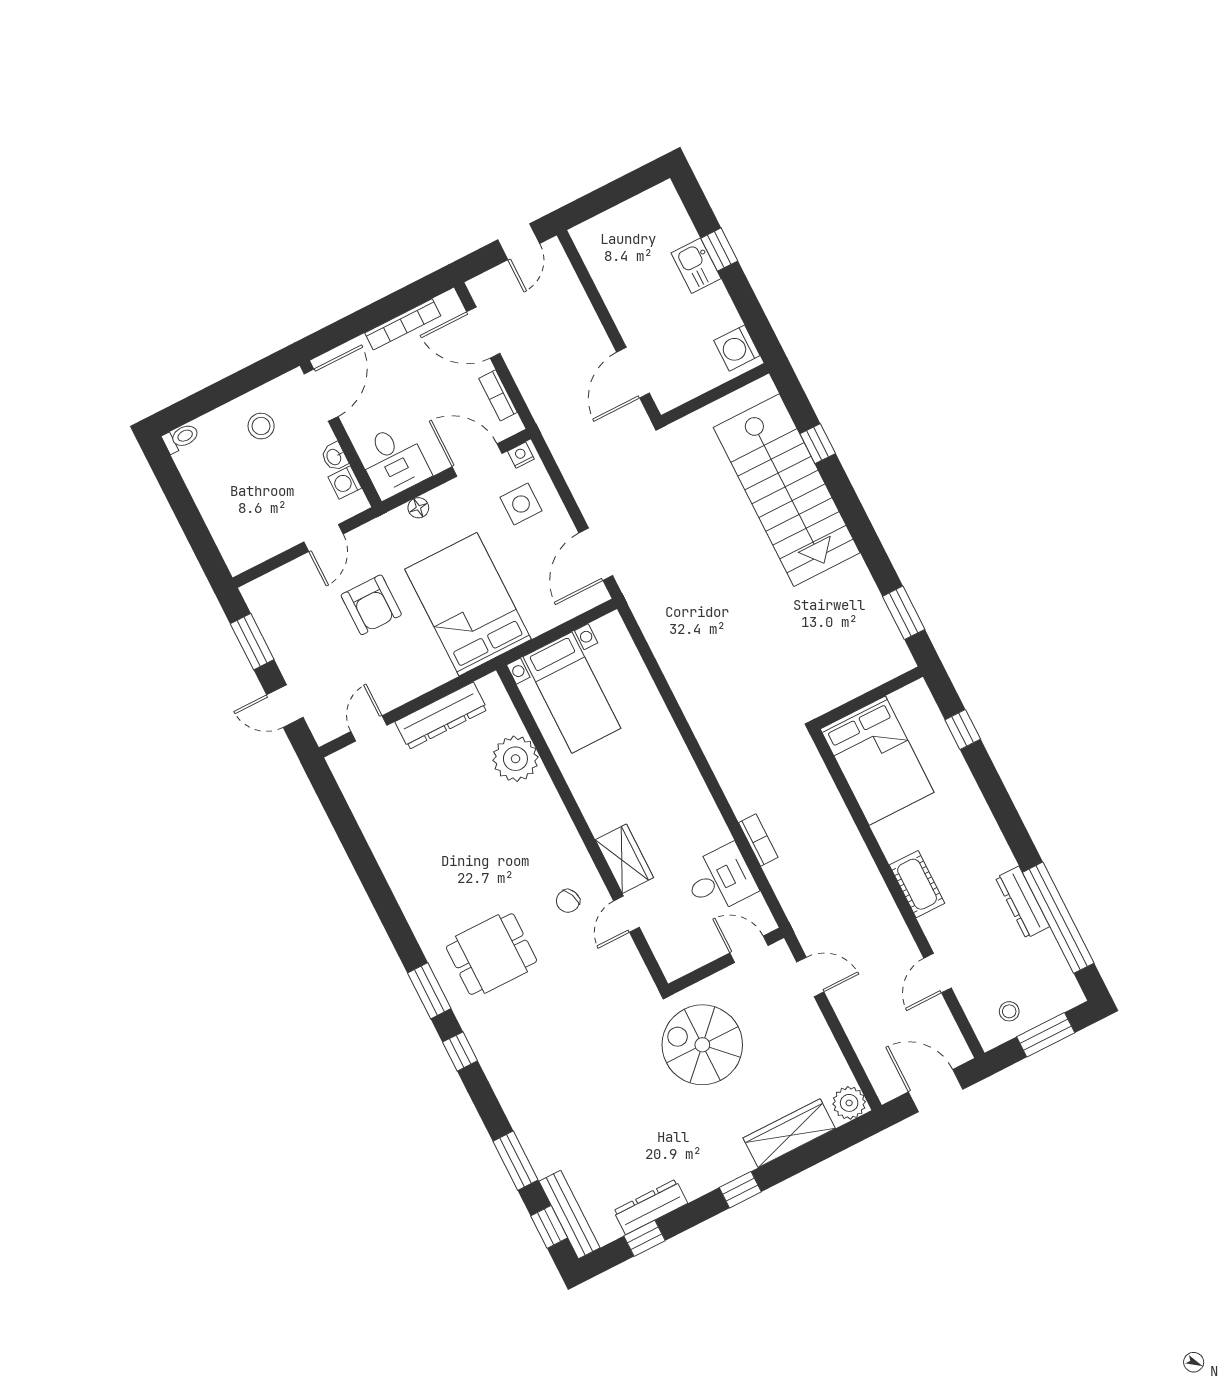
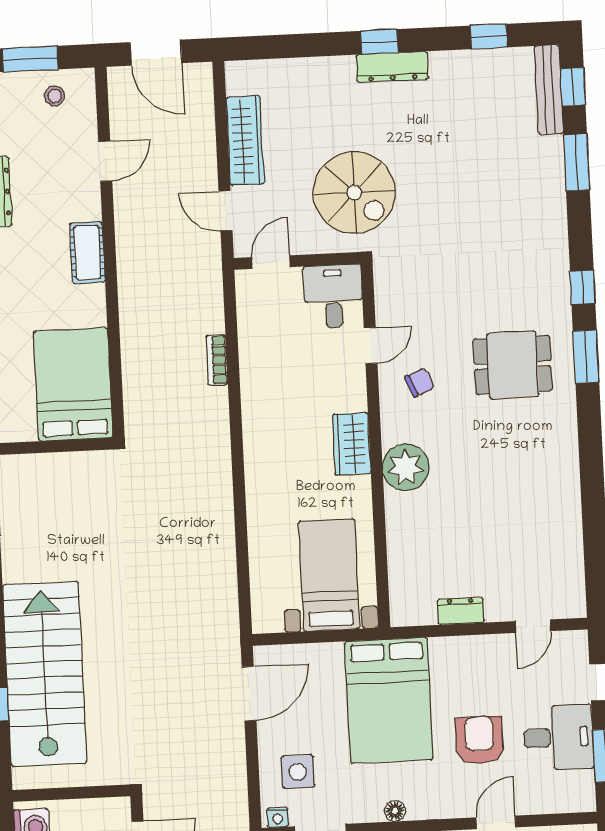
desk: (301, 639) -> (559, 737), added
dresser: (441, 716) -> (461, 611), width x0.51, depth x0.80
plant: (515, 759) -> (406, 468), moved
wardrobe: (624, 859) -> (352, 444), moved
desk: (720, 879) -> (333, 296), moved, turned 90
door: (749, 949) -> (271, 262), swing flipped
plant: (849, 1103) -> (242, 77), removed
wardrobe: (789, 1133) -> (245, 141), moved, turned -90
dresser: (651, 1207) -> (392, 67), moved

